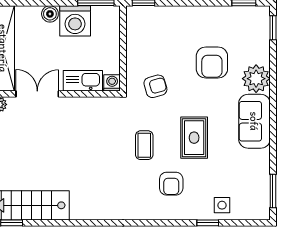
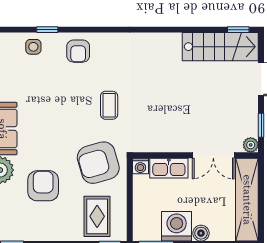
armchair: (155, 86) -> (98, 163), width x1.88, depth x1.88
rug: (194, 138) -> (97, 216), moved
armchair: (171, 184) -> (78, 51), moved, turned 180

